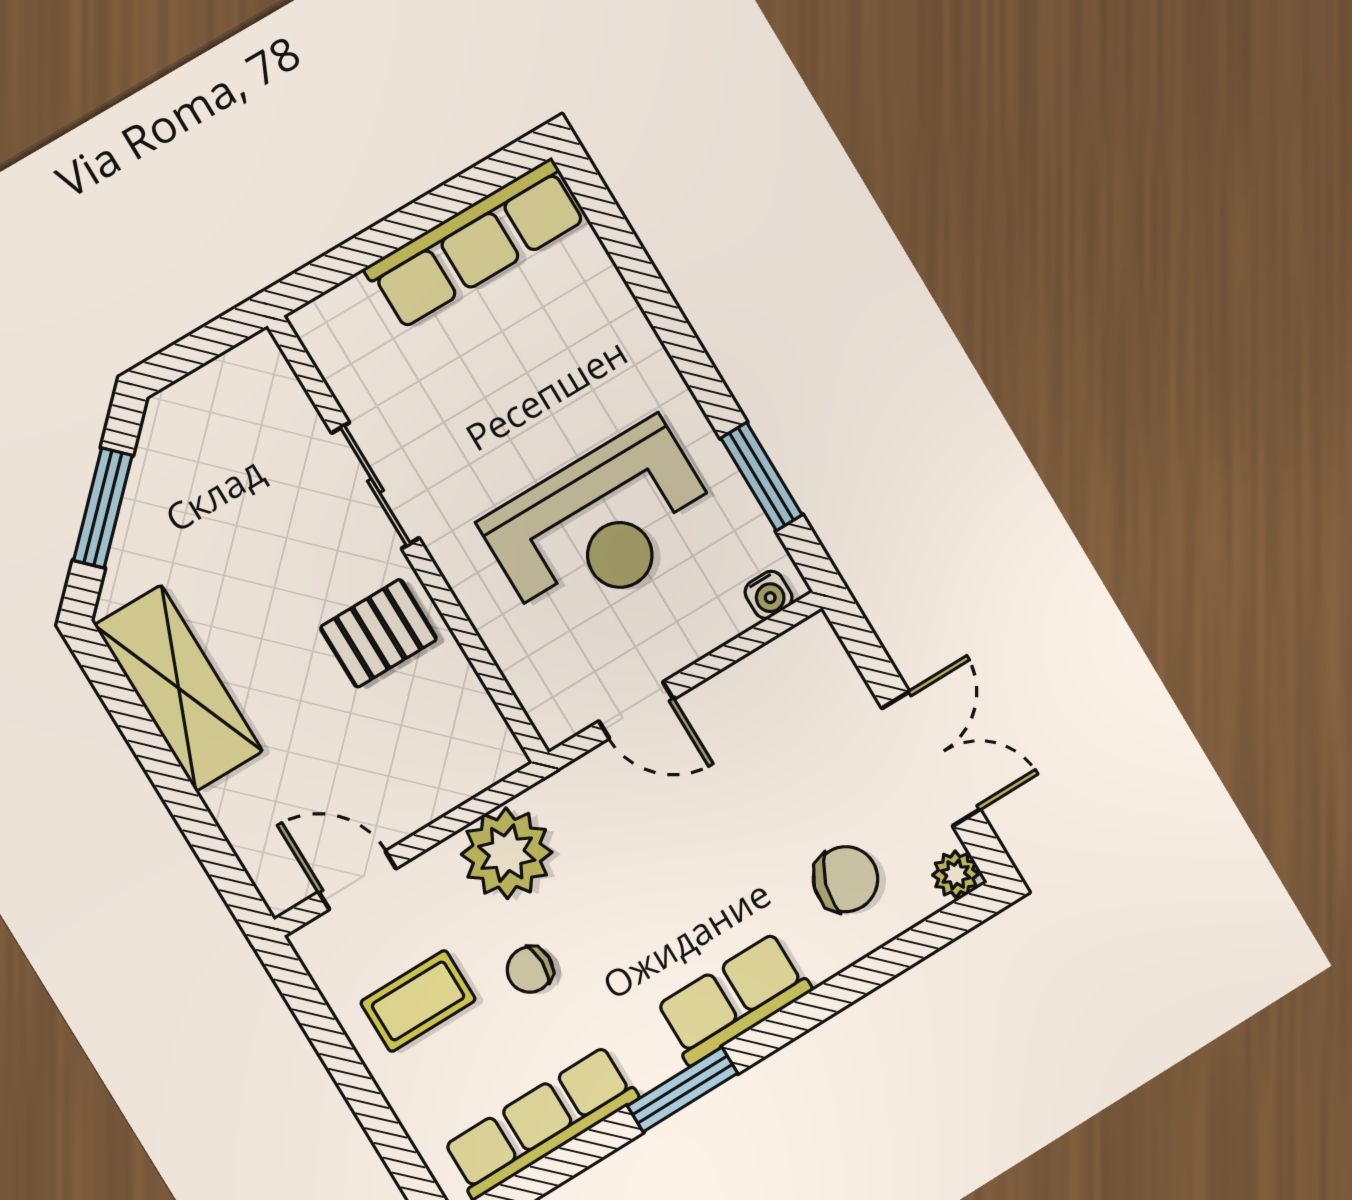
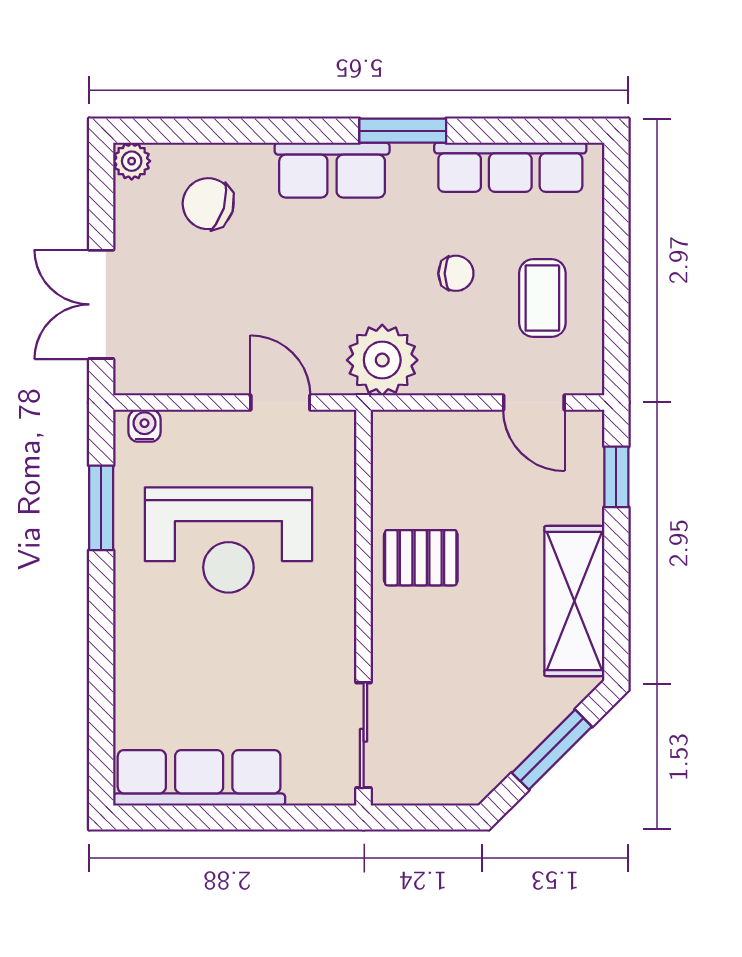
sliding door: (375, 486) -> (364, 735), moved
reception desk: (602, 525) -> (228, 540), turned 180
double door: (931, 759) -> (101, 304), moved
plant: (507, 853) -> (382, 360), moved
window: (216, 854) -> (616, 477), added
coffee table: (418, 1001) -> (542, 298), turned 90

